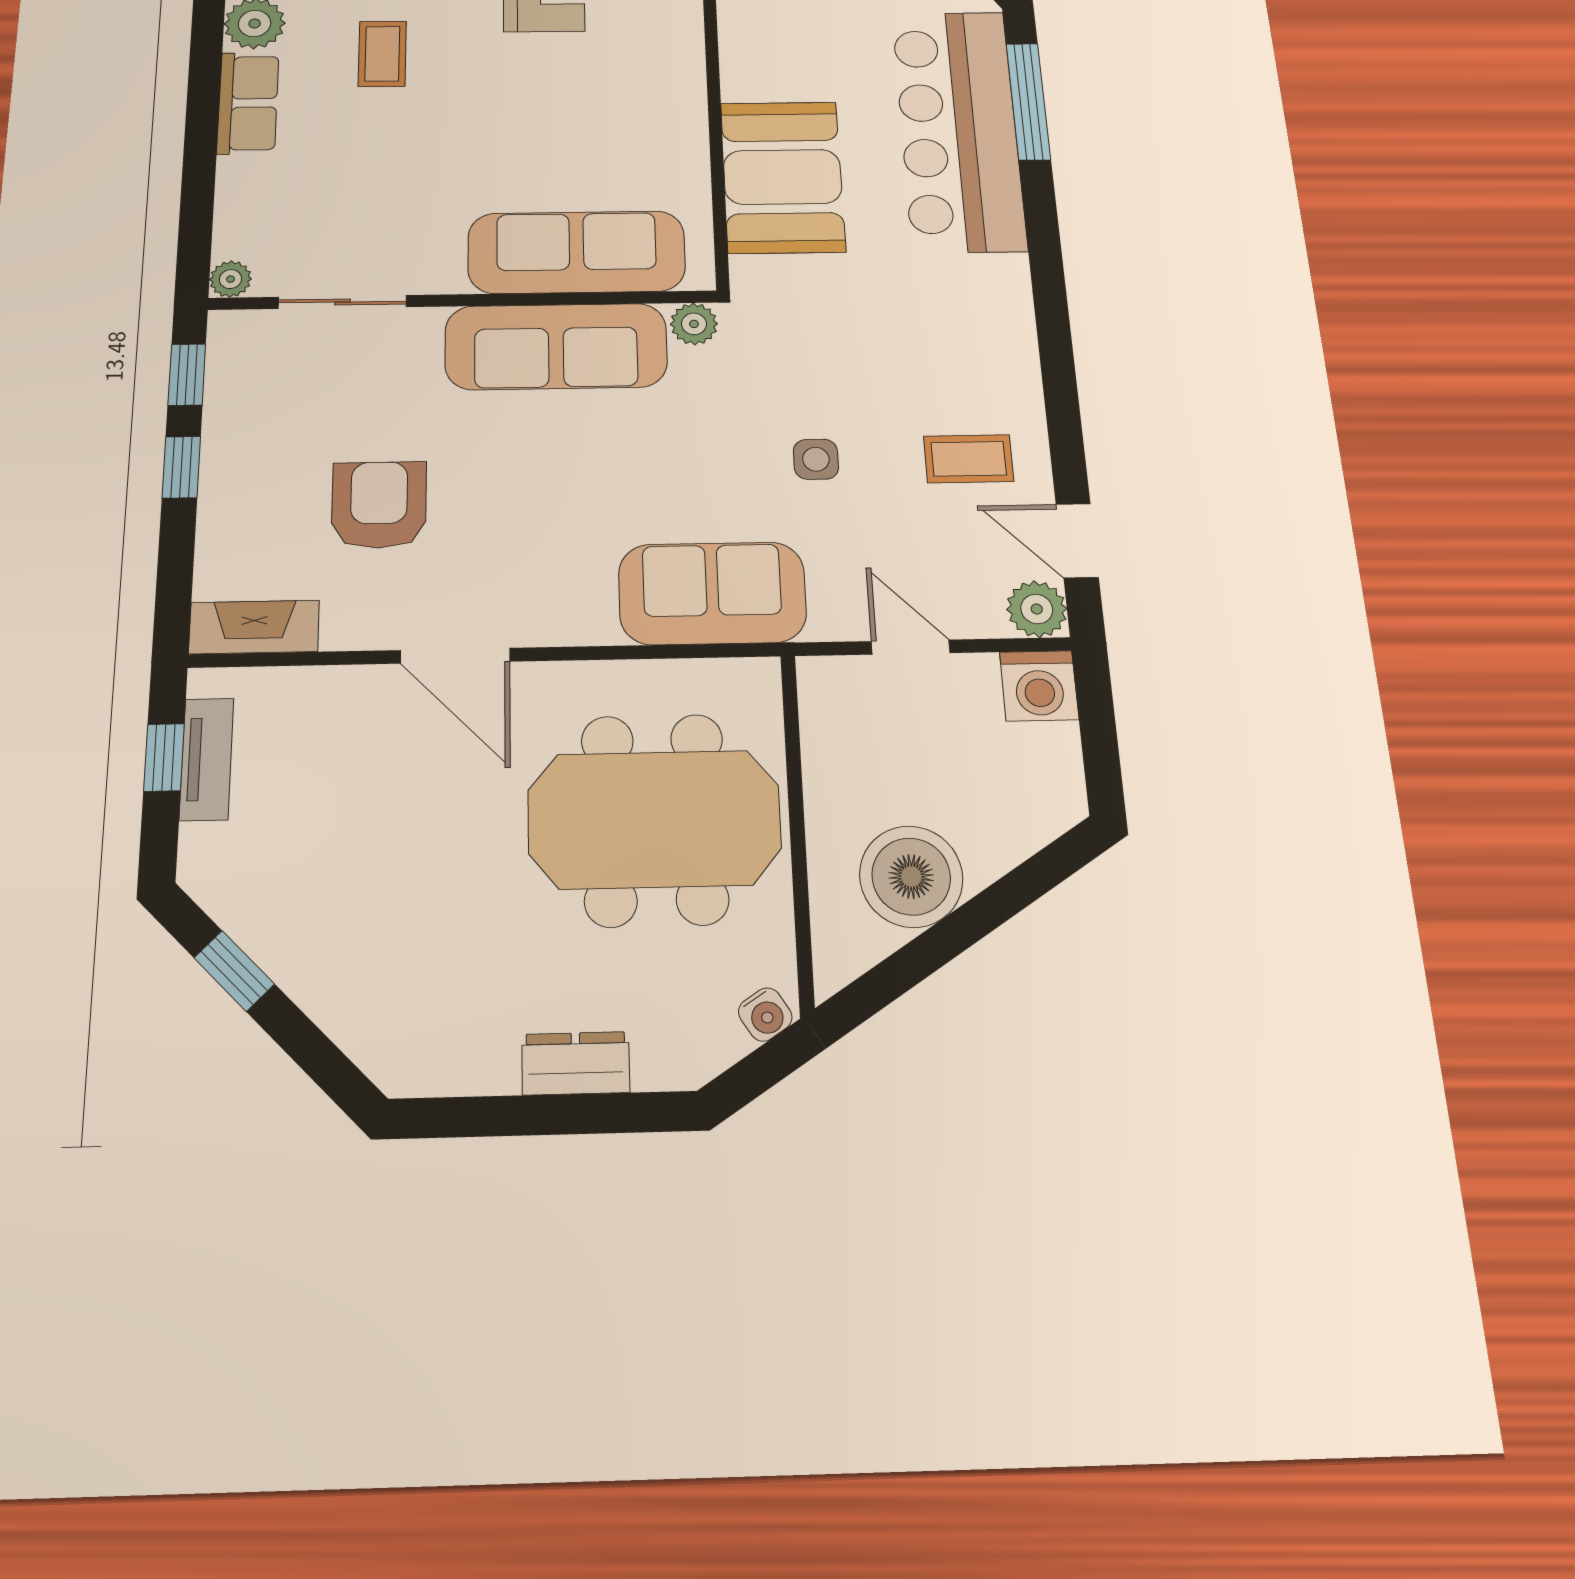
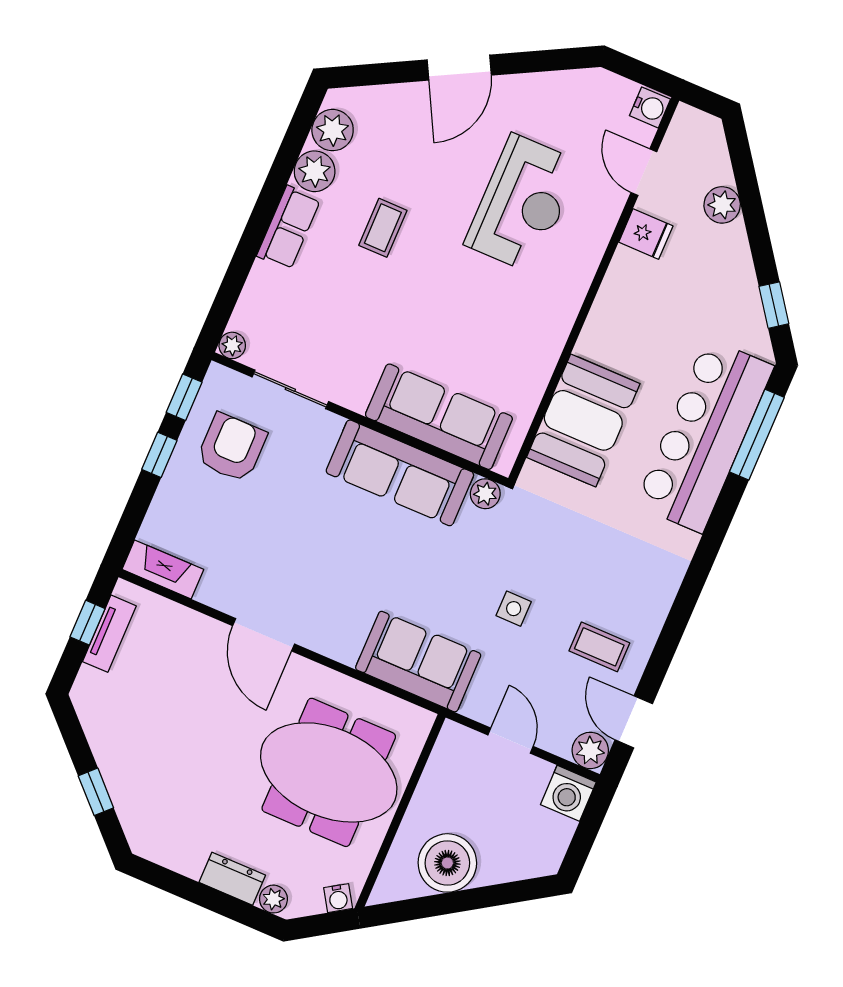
armchair: (379, 505) -> (232, 448), moved
window: (234, 971) -> (96, 792), moved
plant: (660, 1066) -> (273, 899), added

